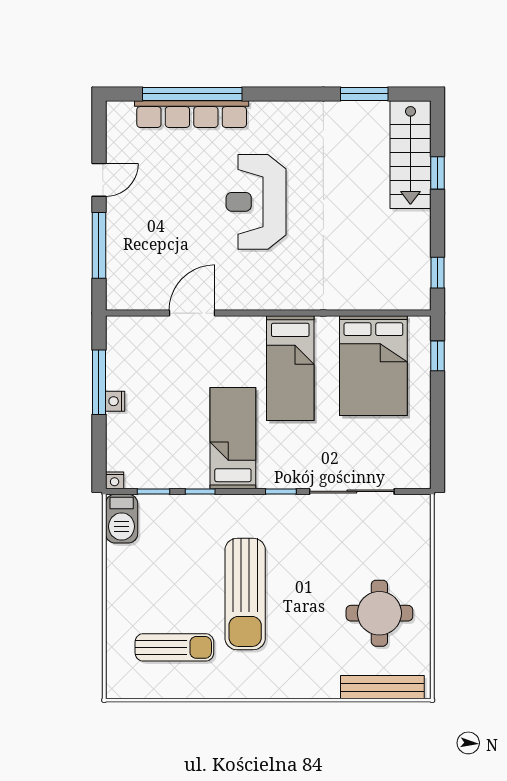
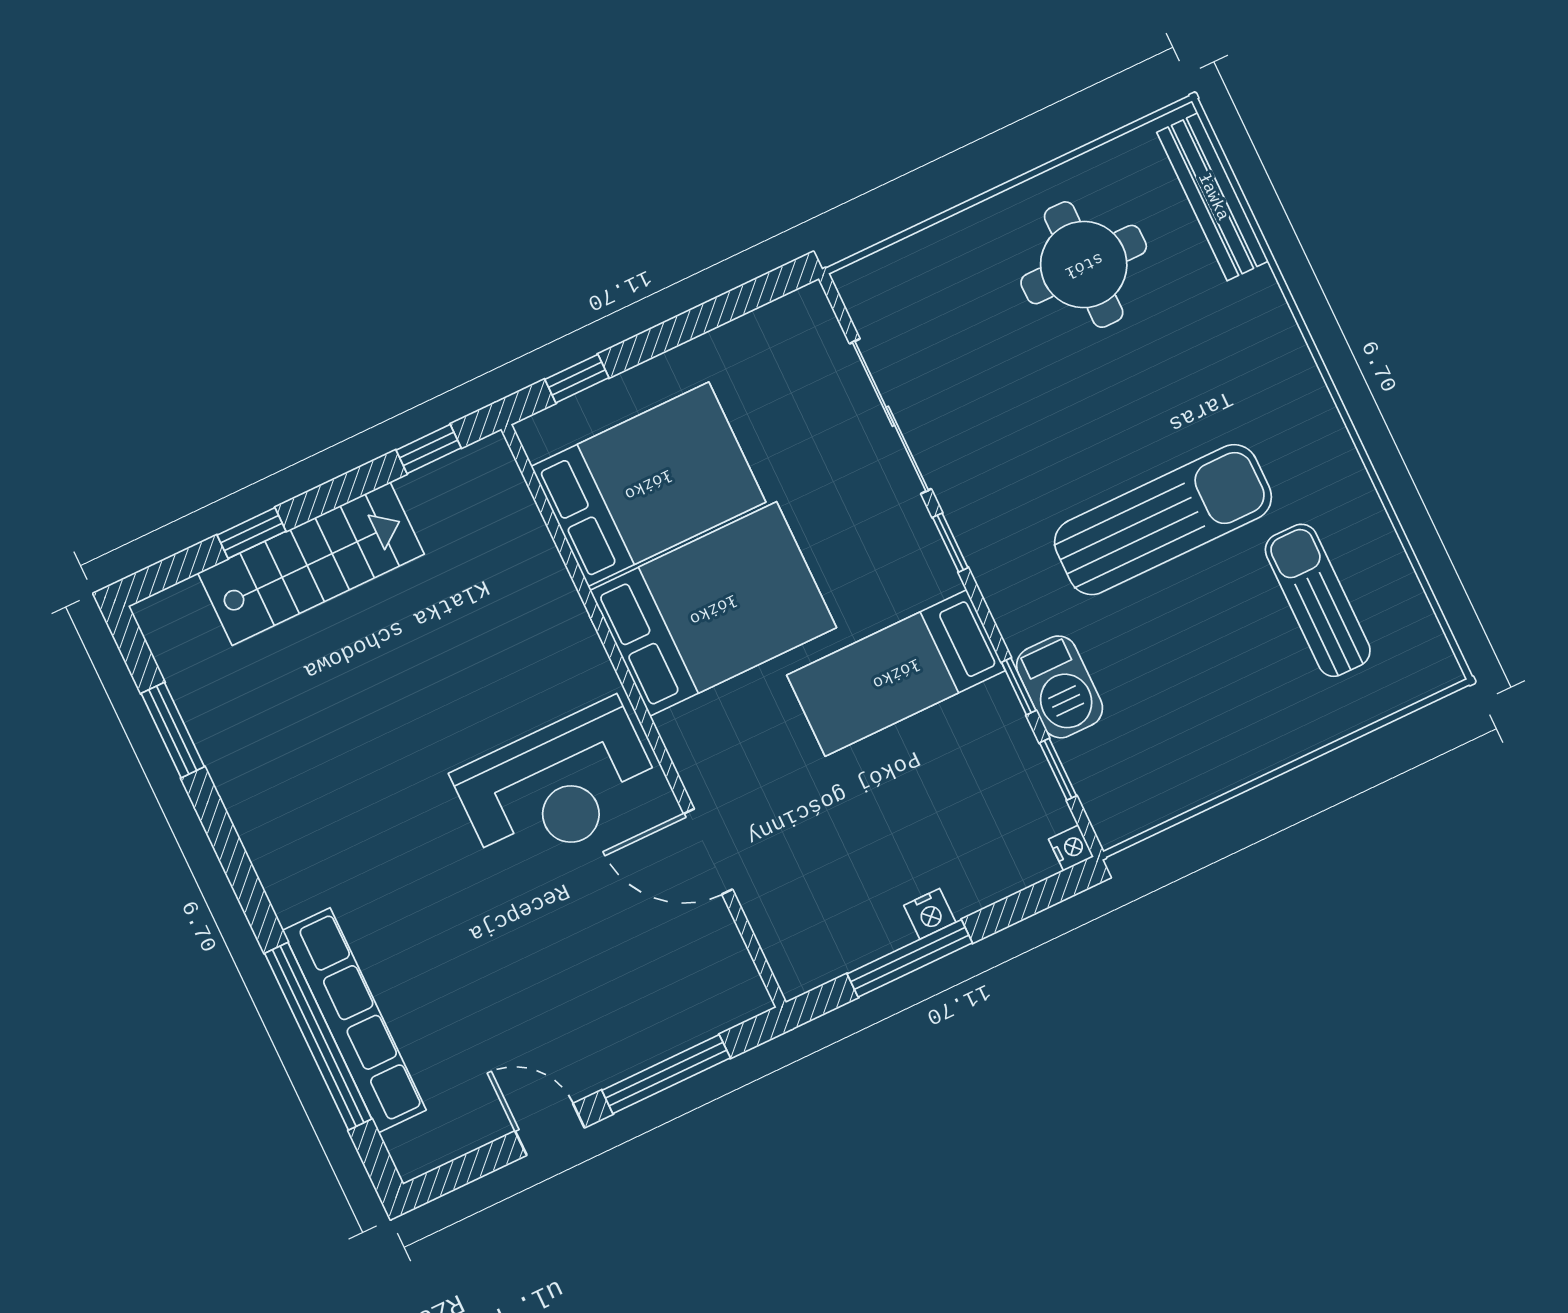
stairs: (410, 155) -> (311, 564), moved
reception desk: (256, 202) -> (558, 786), moved
bed: (290, 368) -> (713, 609), width x1.50
barbecue: (122, 519) -> (1060, 687), moved, turned 90

